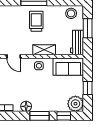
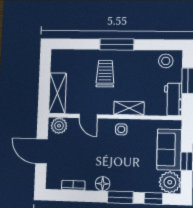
trolley: (36, 21) -> (105, 74), moved
sofa: (68, 67) -> (169, 150), moved, turned 90

